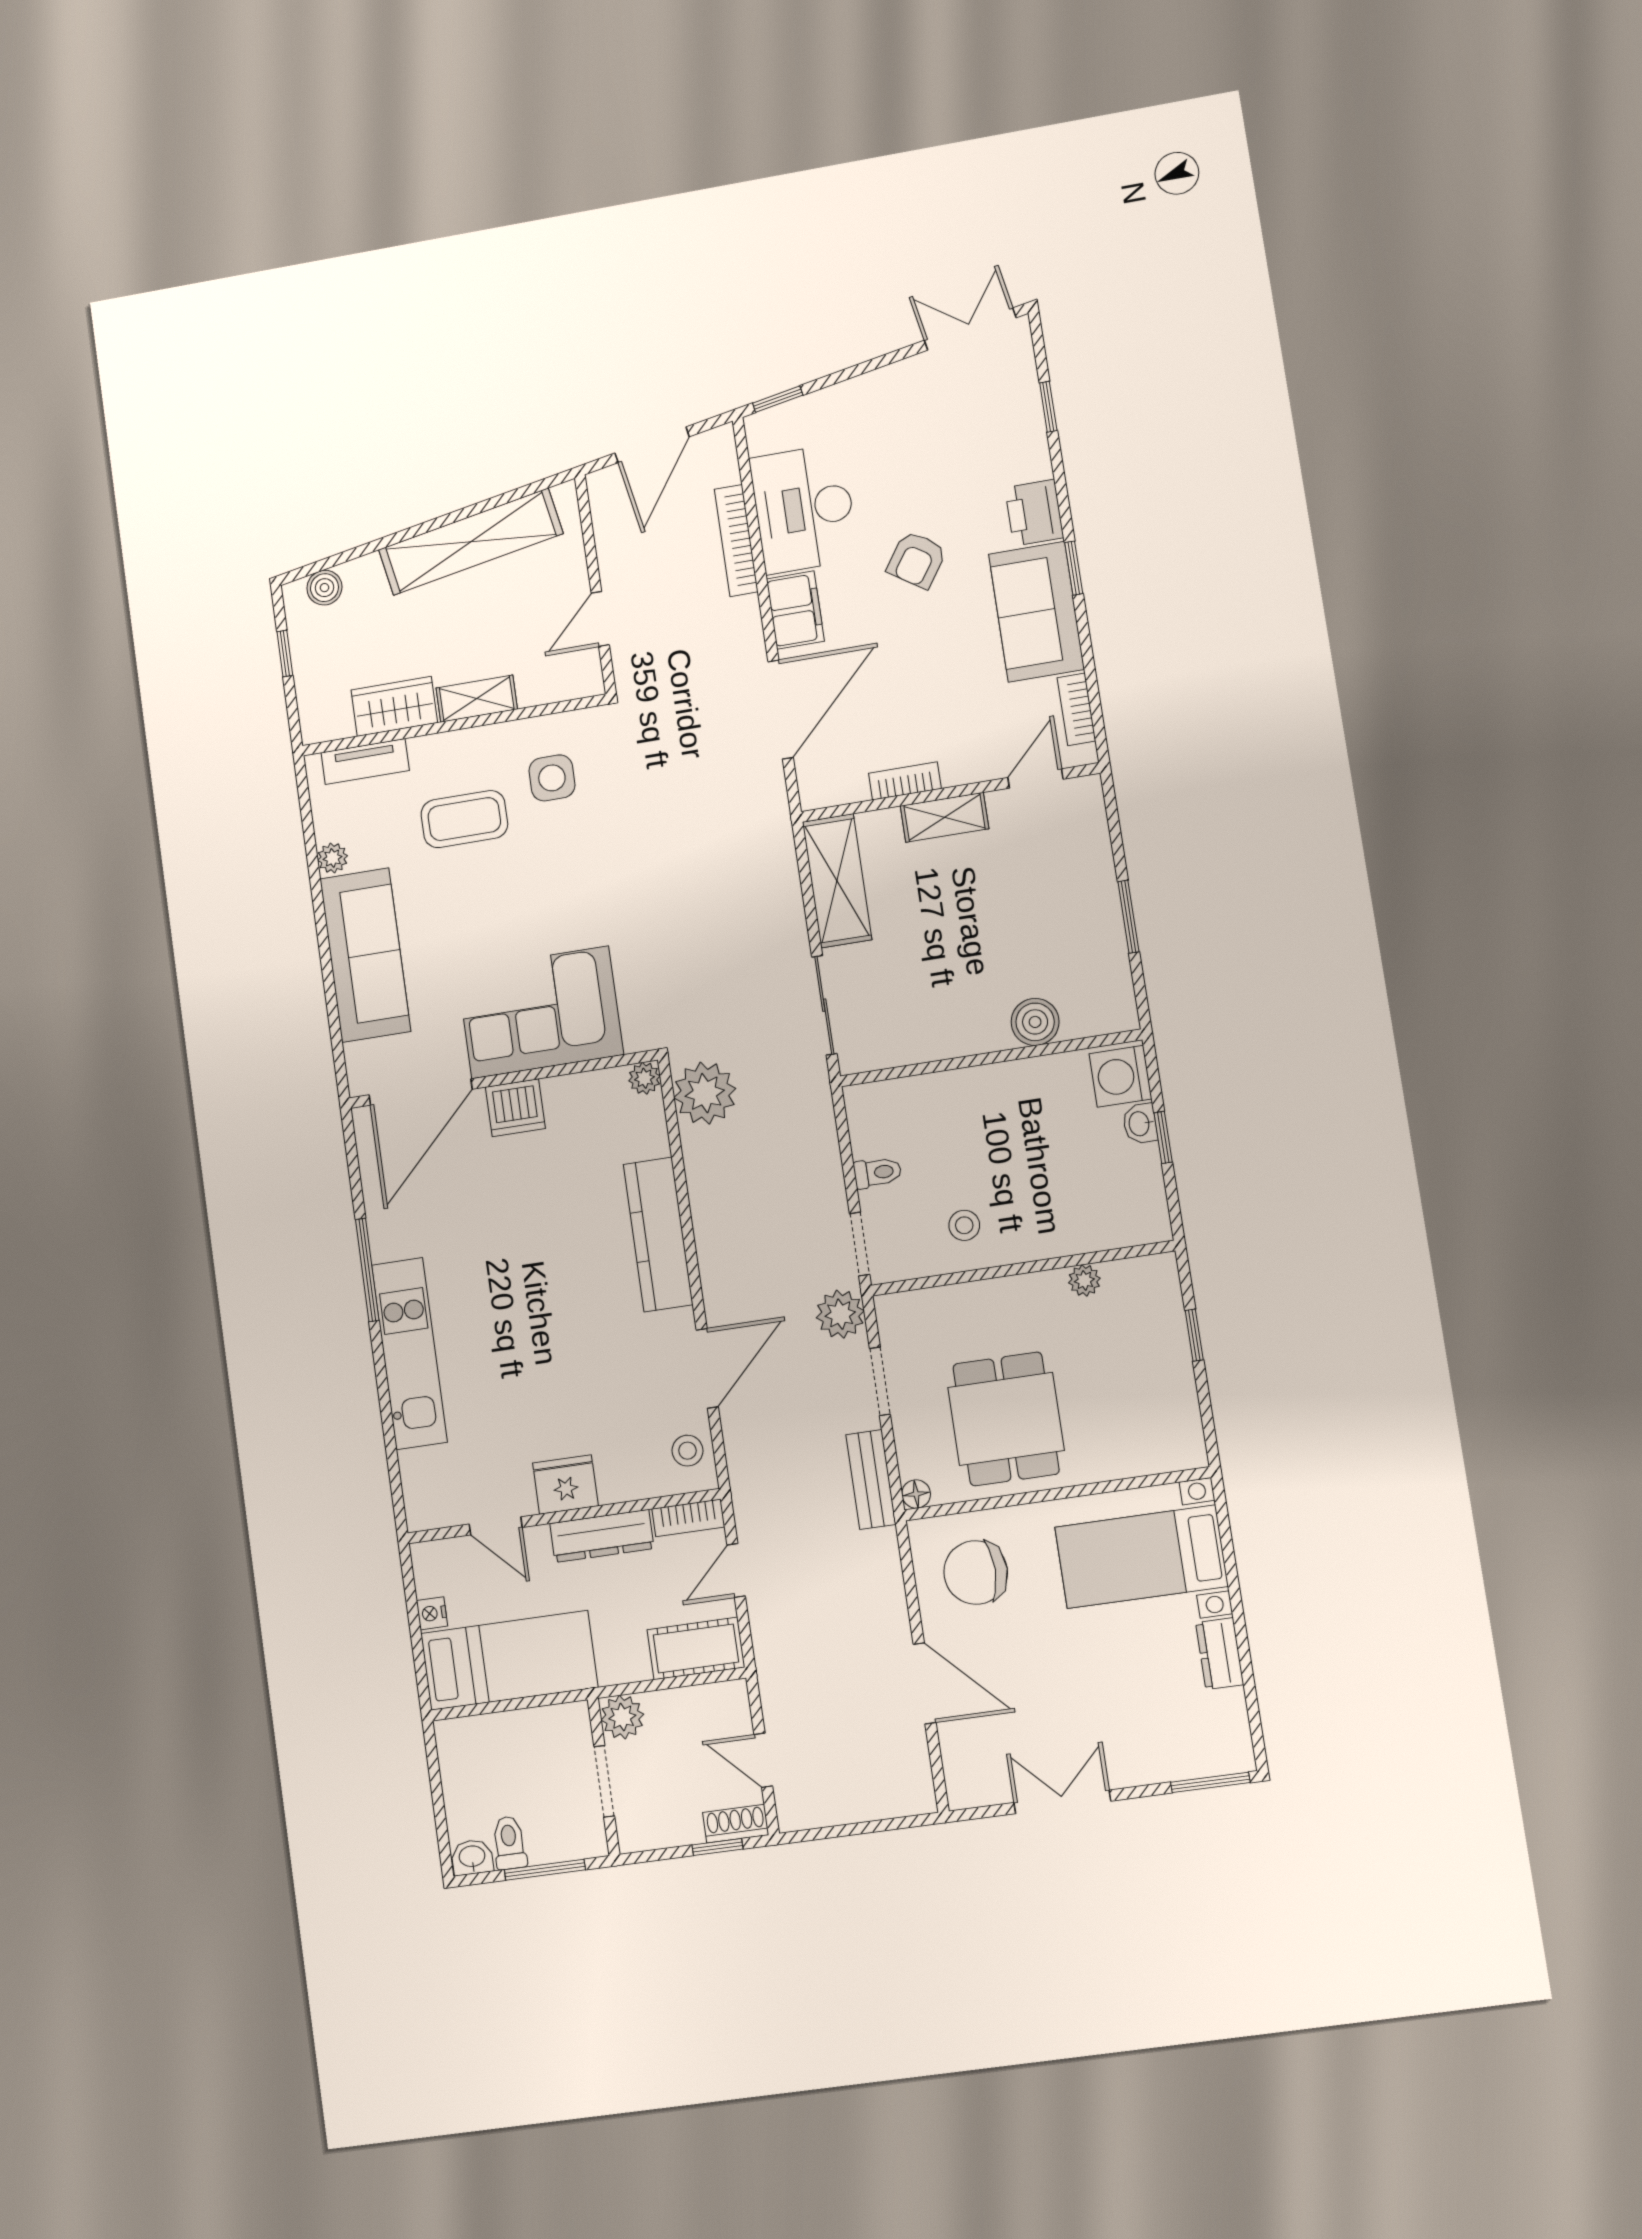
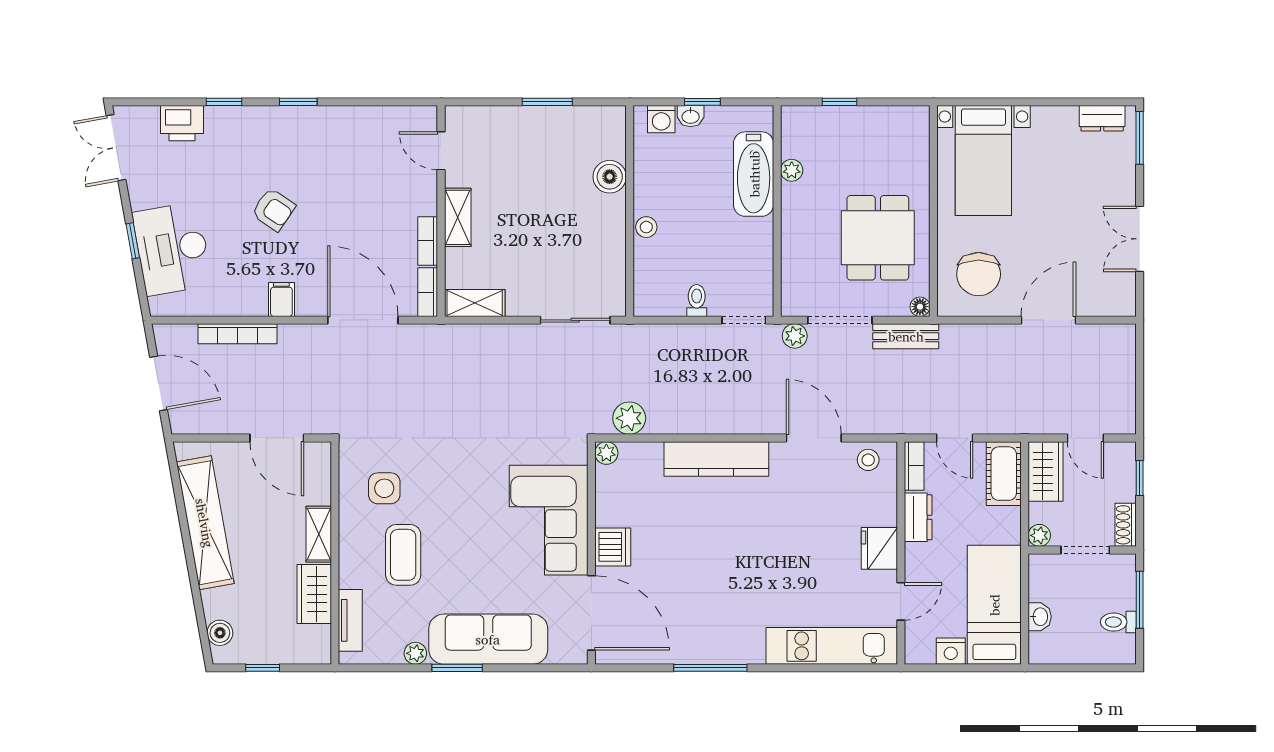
window: (778, 399) -> (133, 241), moved
window: (1048, 407) -> (224, 102), moved
desk: (804, 509) -> (172, 249), moved, turned 80
printer: (1034, 513) -> (182, 123), moved
filing cabinet: (795, 610) -> (281, 299), width x0.50
sofa: (1036, 612) -> (324, 132), removed
door: (600, 619) -> (277, 438), width x1.38
bookcase: (1076, 709) -> (428, 292), moved, turned 90
shelving: (837, 881) -> (475, 303), width x0.67, depth x0.75
window: (320, 918) -> (457, 668), added
washing machine: (1120, 1076) -> (661, 119), width x0.73, depth x0.73
plant: (705, 1093) -> (629, 418), width x0.73, depth x0.73
stool: (964, 1225) -> (646, 227), moved
bathtub: (1070, 1226) -> (754, 174), added
plant: (840, 1314) -> (795, 336), width x0.73, depth x0.73
kitchen unit: (409, 1353) -> (832, 646), moved
doorway: (880, 1381) -> (840, 320), width x1.38
dining table: (1006, 1419) -> (878, 238), turned 90
dresser: (602, 1536) -> (918, 517), width x0.70
nightstand: (432, 1613) -> (951, 651), width x1.39, depth x1.35
dresser: (1220, 1654) -> (1102, 118), moved
wardrobe: (707, 1709) -> (1046, 471), added
plant: (622, 1717) -> (1039, 535), width x0.73, depth x0.73
door: (763, 1760) -> (1085, 438), hinge flipped
shoe rack: (736, 1824) -> (1126, 525), moved
washbasin: (472, 1857) -> (1040, 617), moved, turned 180

